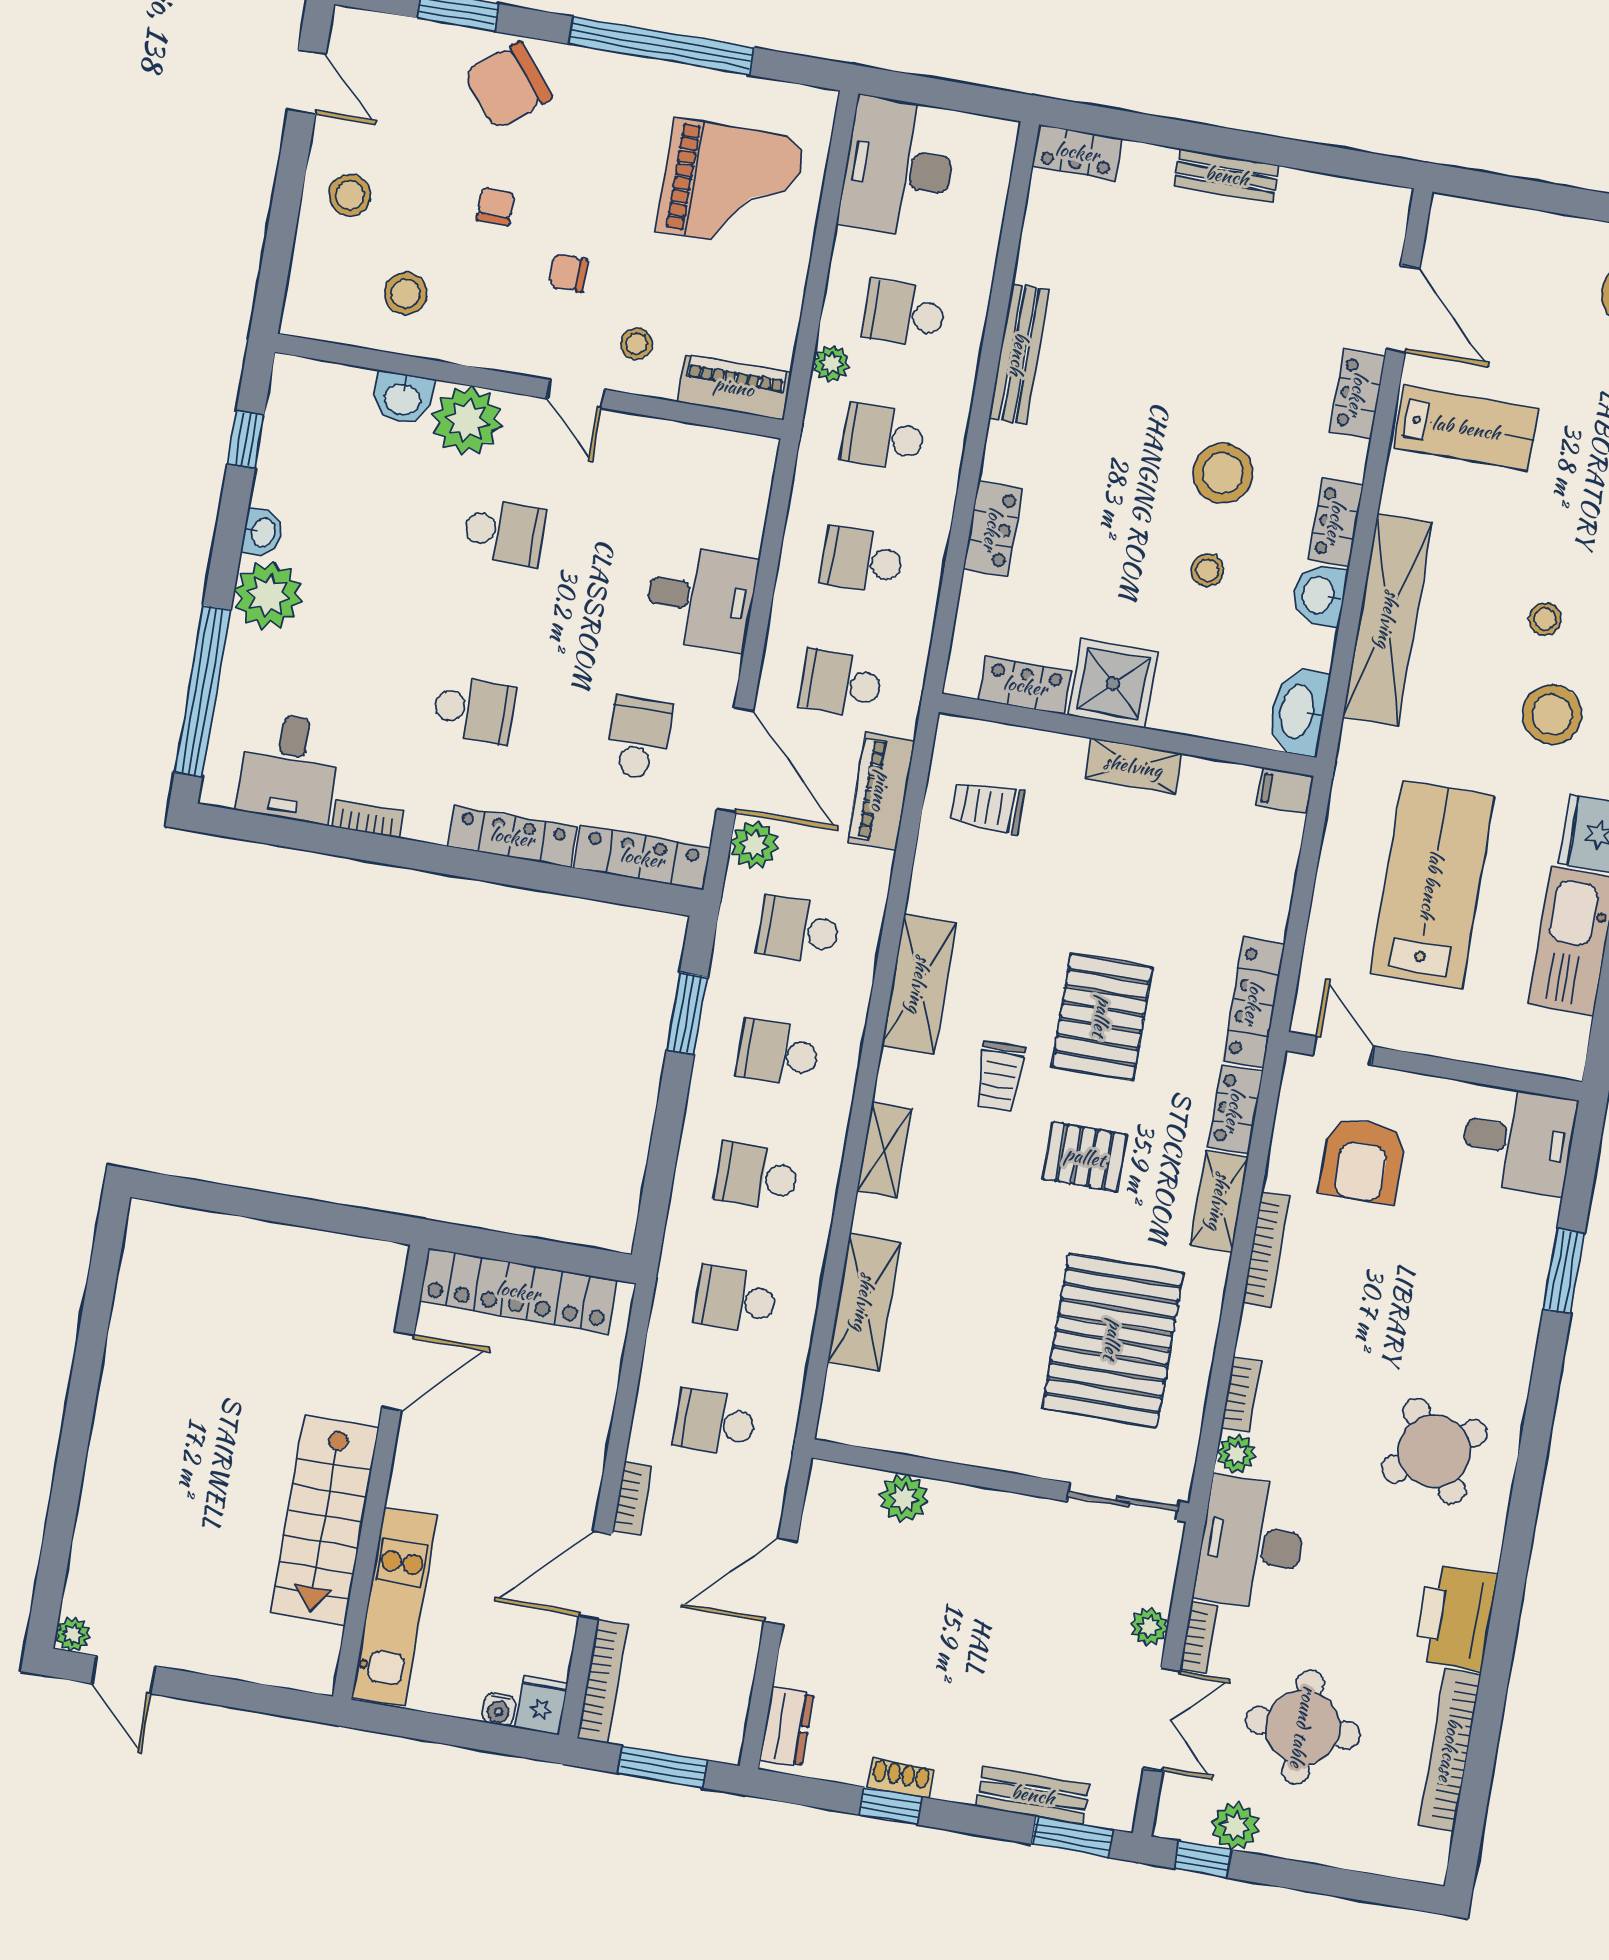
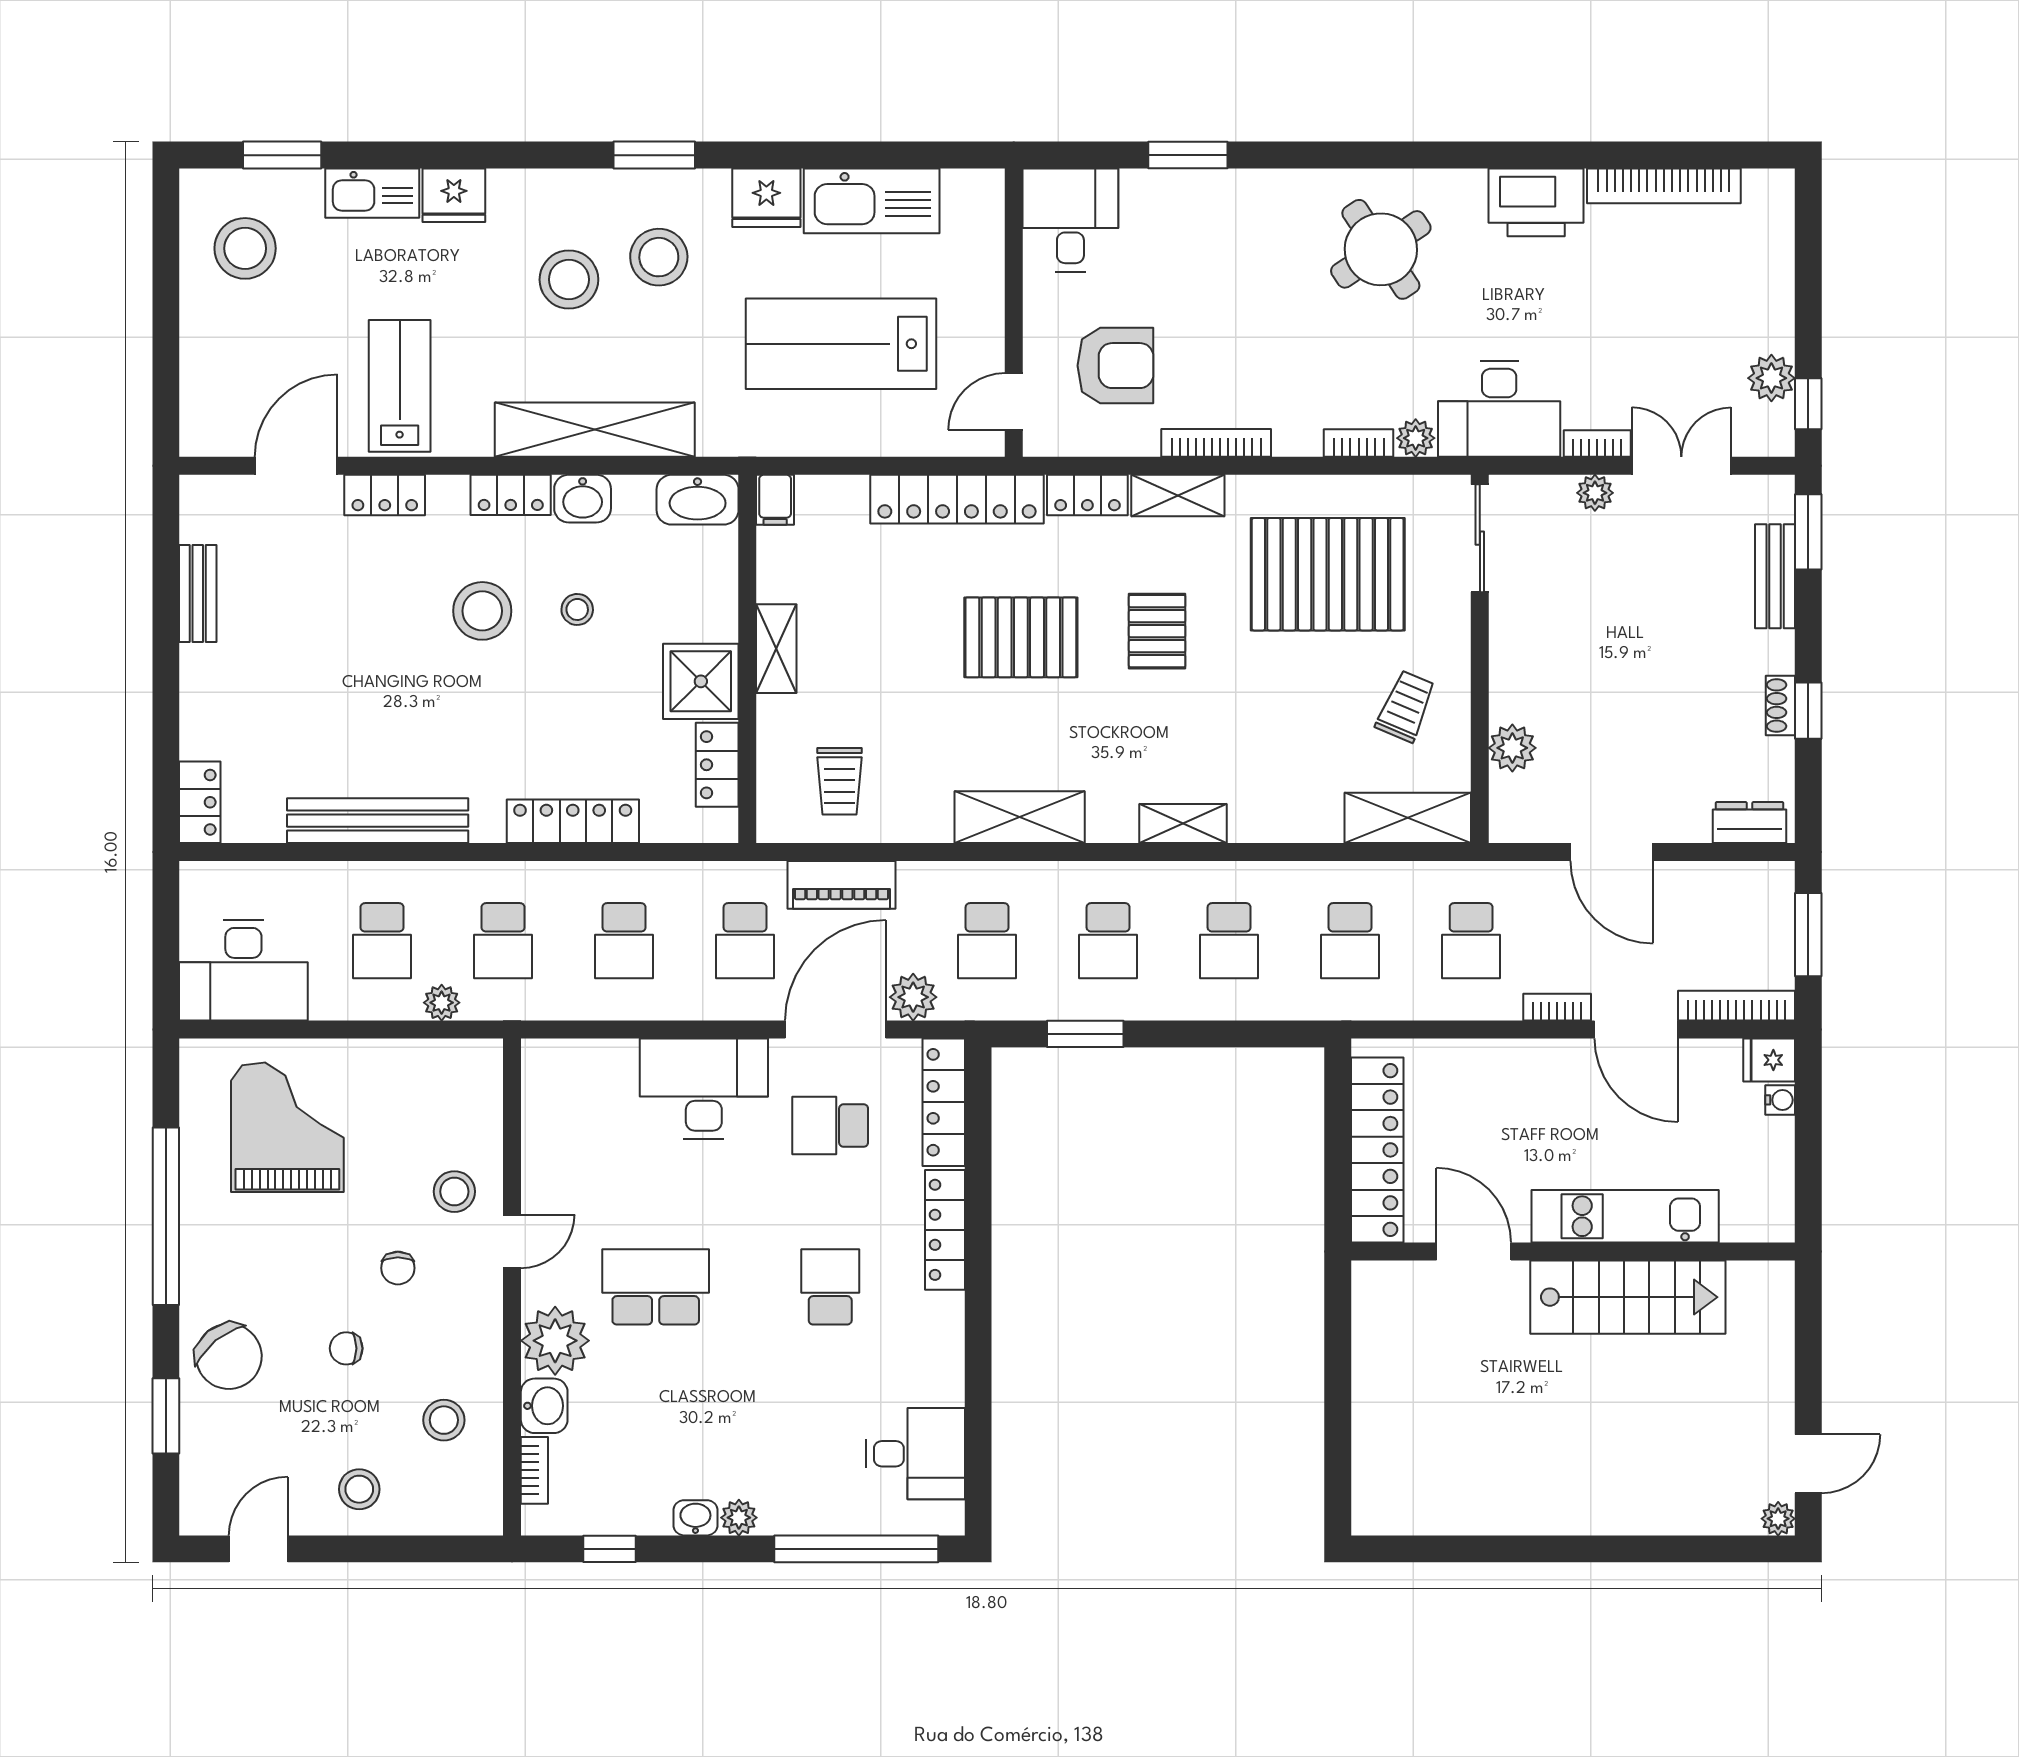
bench: (1227, 176) -> (198, 593), moved
stool: (636, 344) -> (454, 1192), width x1.37, depth x1.37
bench: (1019, 354) -> (378, 821), width x1.37, depth x1.21
piano: (734, 387) -> (480, 1091), removed
locker: (993, 529) -> (573, 821), width x1.53
school desk: (504, 532) -> (656, 1287), width x1.85
plant: (268, 595) -> (739, 1518), width x0.53, depth x0.53
desk: (701, 598) -> (704, 1089), width x1.37
stool: (1545, 619) -> (569, 280), width x1.89, depth x1.89
bookcase: (367, 819) -> (534, 1470), moved, turned 180
locker: (1254, 1003) -> (957, 499), width x1.41, depth x1.21
trolley: (999, 1076) -> (1406, 706), moved, turned -67
shelving: (864, 1302) -> (1408, 818), moved
kitchen unit: (395, 1606) -> (1625, 1216), moved
round table: (1303, 1727) -> (1666, 330), removed

